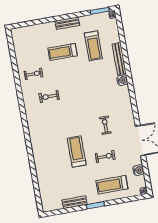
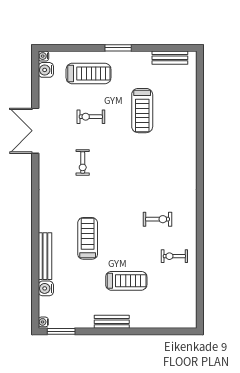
treadmill: (93, 46) -> (88, 238), moved
water cooler: (122, 80) -> (46, 288), moved
treadmill: (77, 152) -> (142, 111), moved
water cooler: (138, 170) -> (46, 70), moved
bench: (75, 202) -> (170, 58), moved

